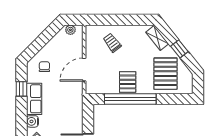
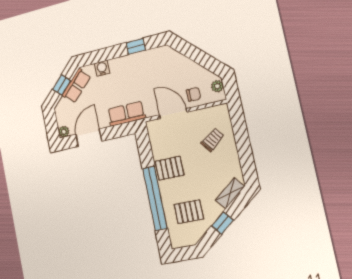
chair: (44, 67) -> (194, 94), moved
pallet: (165, 74) -> (189, 212), width x0.67, depth x0.71
row of seats: (34, 99) -> (126, 114), moved, turned 180
window: (130, 99) -> (155, 198), moved

